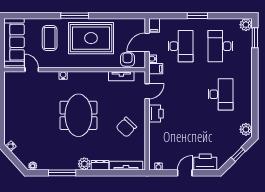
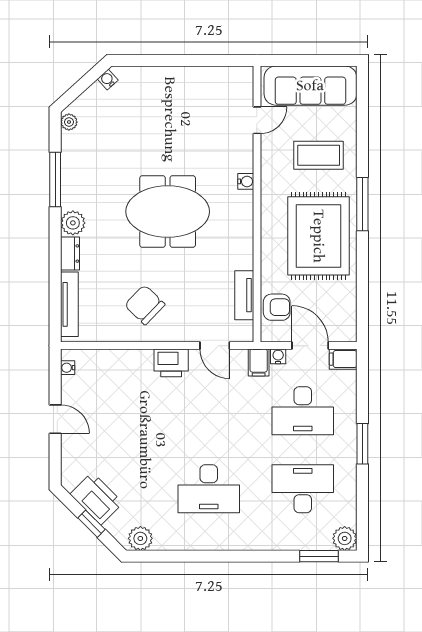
printer: (205, 162) -> (97, 499), moved, turned -45

